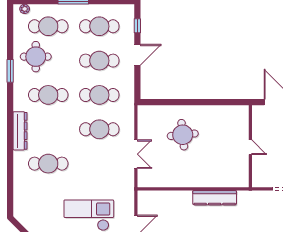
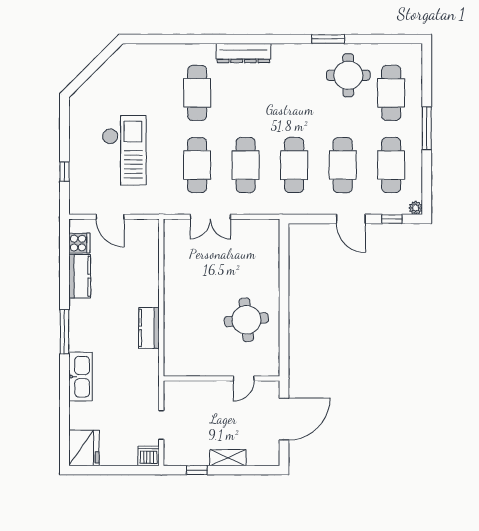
plant: (25, 9) -> (416, 208), moved
cafe table: (48, 95) -> (197, 165), moved
round table: (183, 135) -> (246, 320), moved
door: (250, 147) -> (244, 378), moved
kitchen counter: (215, 198) -> (149, 328), width x0.67

